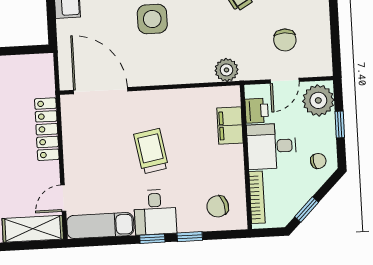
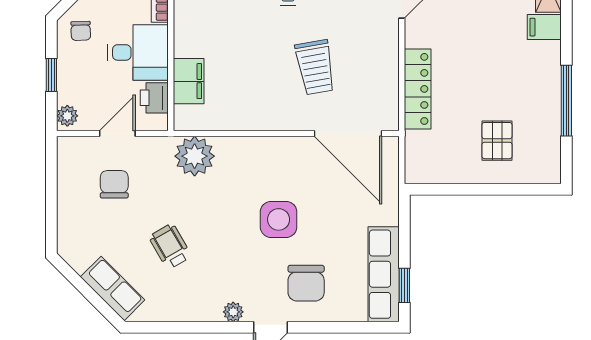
plant: (227, 70) -> (195, 156), width x1.36, depth x1.36
plant: (318, 100) -> (67, 116), width x0.53, depth x0.53
trolley: (151, 151) -> (315, 67), moved
chair: (318, 161) -> (81, 31), turned -81

